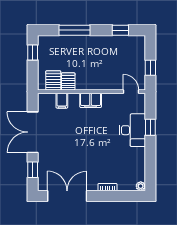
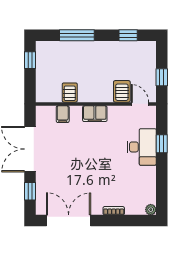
server rack: (53, 80) -> (122, 91), moved

